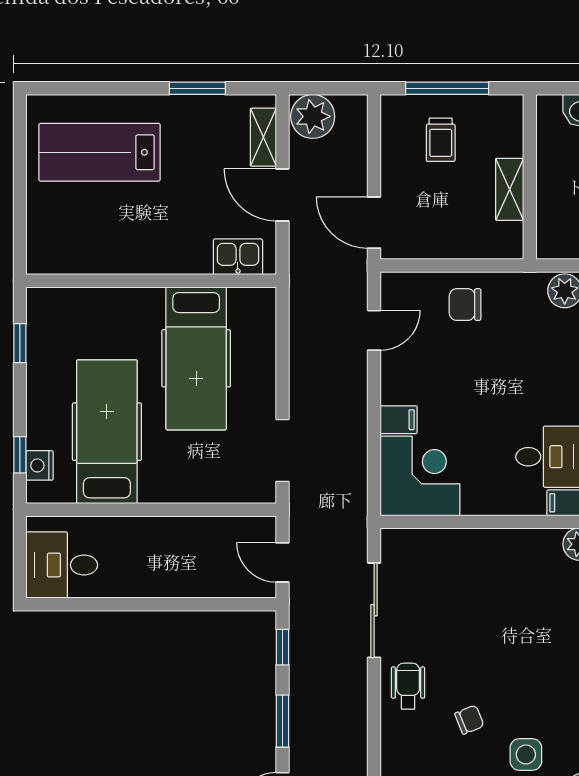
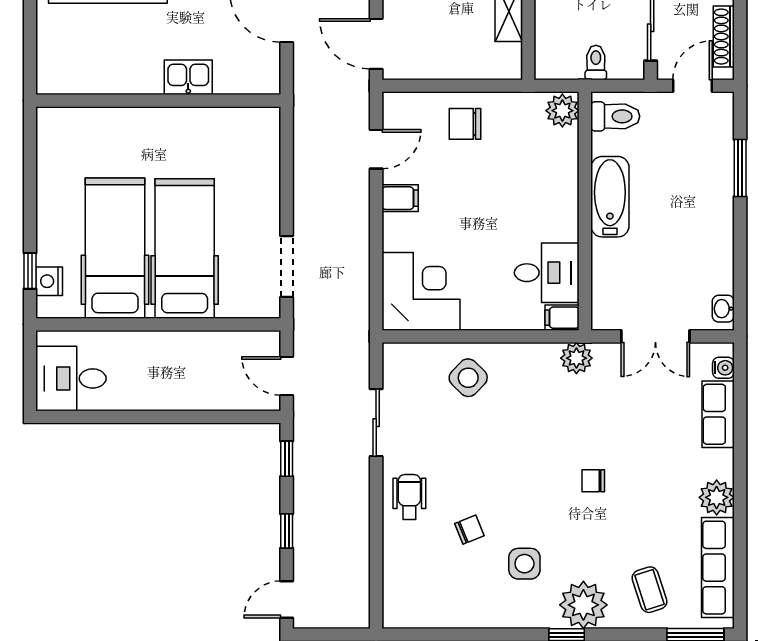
kitchen sink: (238, 257) -> (188, 77), moved
window: (20, 343) -> (30, 162), removed
hospital bed: (196, 358) -> (185, 249), moved, turned 180
filing cabinet: (399, 420) -> (400, 198), moved
side table: (468, 564) -> (468, 378), added
sliding door: (374, 610) -> (376, 423), width x0.73
window: (282, 721) -> (287, 531), width x0.67

